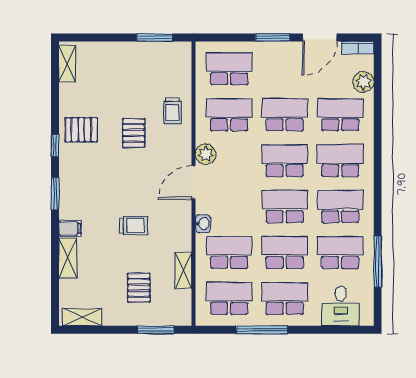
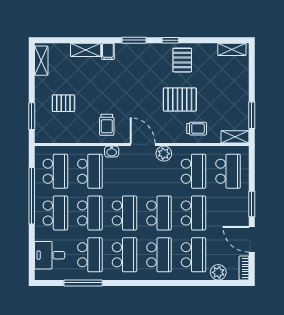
trolley: (172, 111) -> (197, 129), turned 180
pallet: (134, 133) -> (180, 99), width x1.50, depth x1.42
trolley: (134, 225) -> (107, 125), moved
shelving: (183, 270) -> (235, 137), moved
window: (262, 330) -> (32, 196), width x1.46

